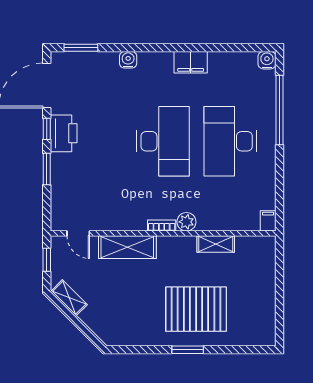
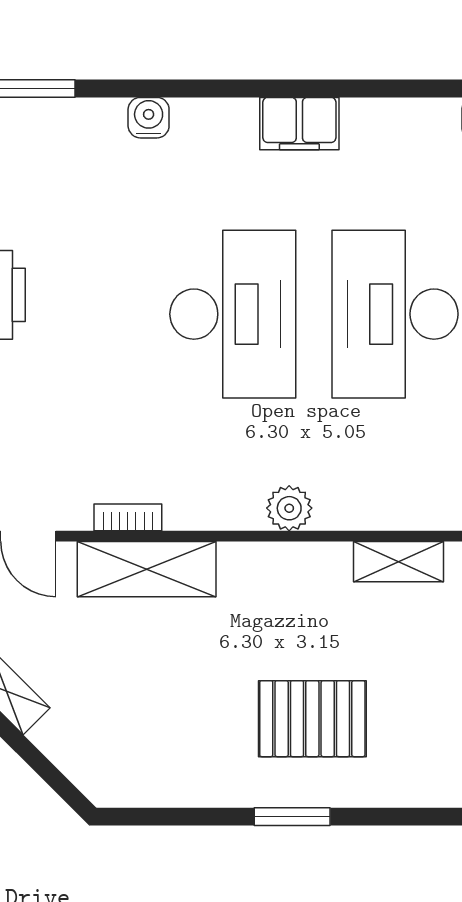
bookcase: (162, 226) -> (128, 517), moved
shelving: (216, 244) -> (399, 562), moved
pallet: (196, 309) -> (312, 719), width x0.73, depth x0.71

